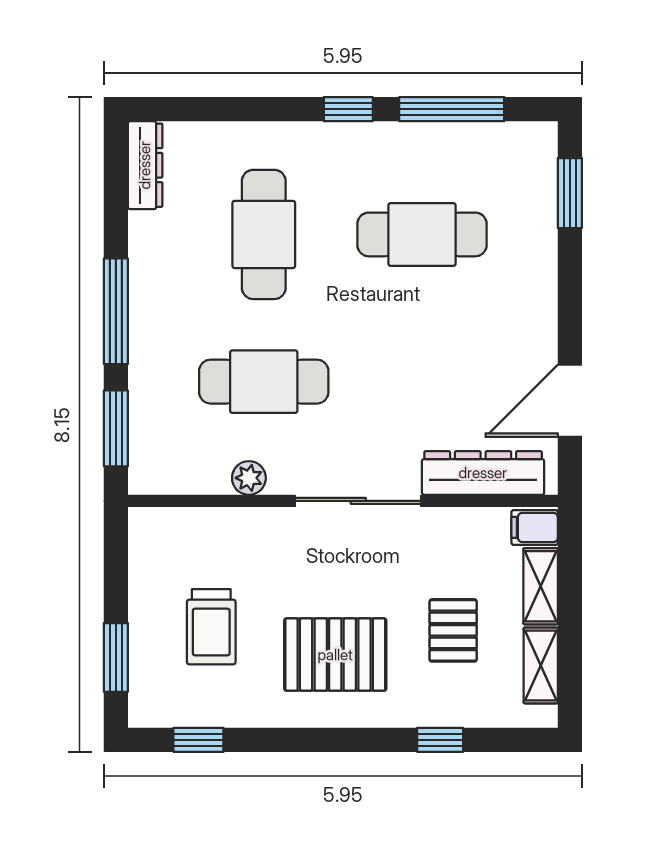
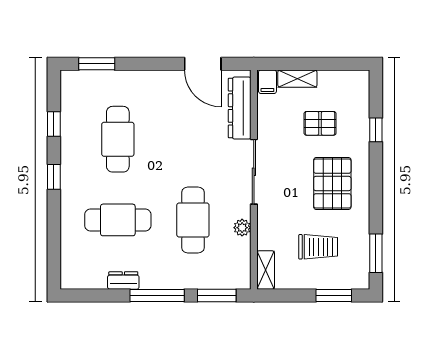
window: (452, 109) -> (54, 124), width x0.46
dresser: (145, 165) -> (123, 281), moved, width x0.70
shelving: (541, 665) -> (266, 270), moved, turned 90
window: (198, 740) -> (376, 253), width x1.50

